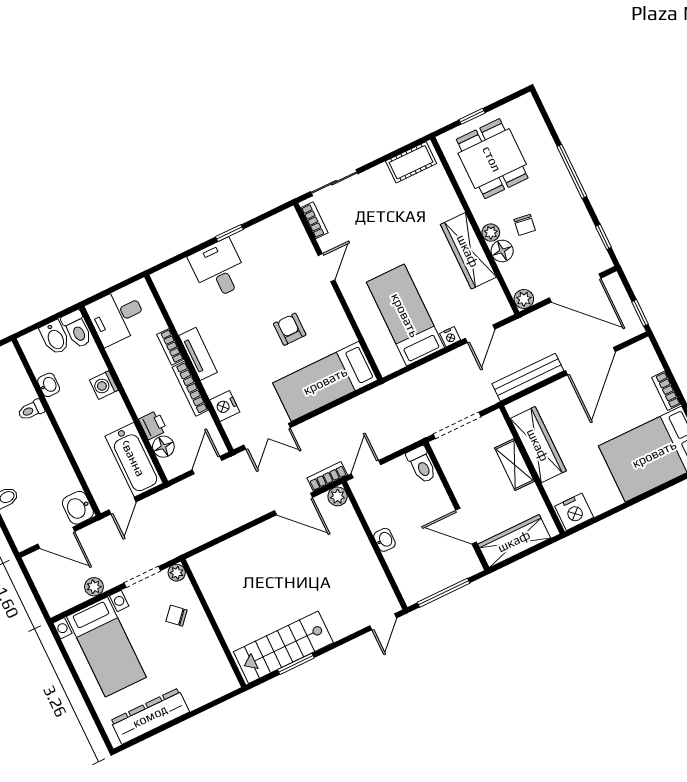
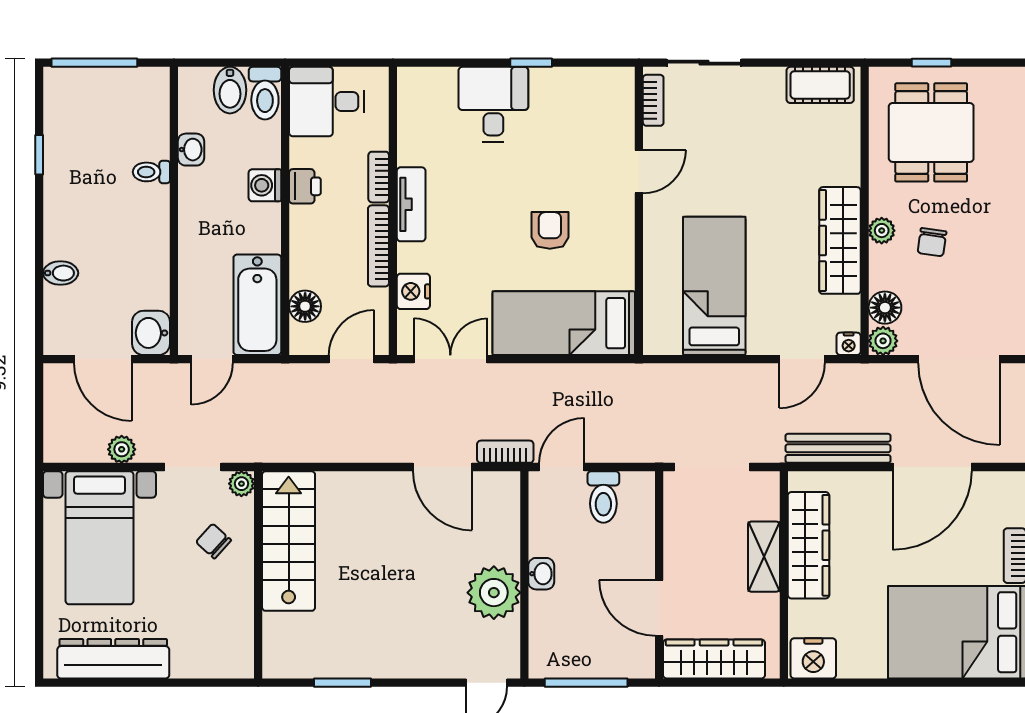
floor lamp: (502, 251) -> (885, 308), moved
nightstand: (450, 337) -> (849, 344), moved
printer: (153, 425) -> (305, 186), moved
double door: (267, 436) -> (450, 359), swing flipped
toilet: (422, 465) -> (603, 497), moved
plant: (338, 496) -> (494, 593), moved, width x1.88, depth x1.88
stairs: (283, 647) -> (289, 541), moved, turned 90

